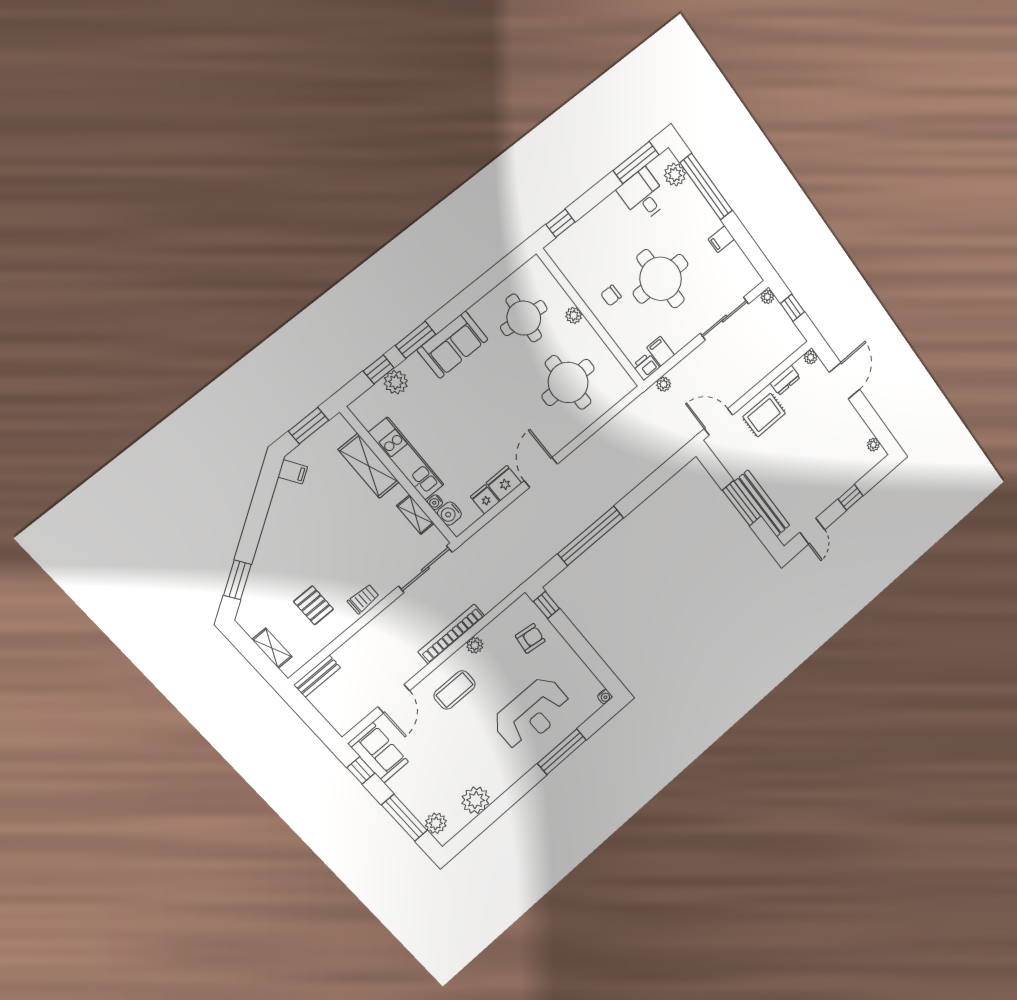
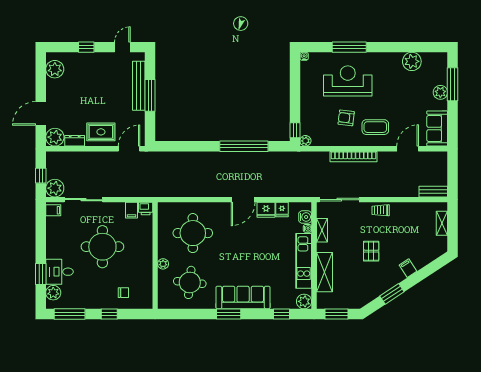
window: (706, 187) -> (41, 274), width x0.47
desk: (643, 195) -> (60, 272), moved, turned 90
window: (560, 223) -> (109, 314), moved
filing cabinet: (721, 239) -> (53, 210), moved
chair: (611, 296) -> (123, 293), moved
plant: (767, 297) -> (55, 188), width x1.87, depth x1.87
window: (416, 340) -> (229, 314), moved
sofa: (453, 345) -> (243, 297), width x1.36
plant: (811, 357) -> (55, 137), width x1.88, depth x1.88
plant: (396, 382) -> (304, 301), moved
plant: (664, 384) -> (143, 192), removed
door: (718, 422) -> (129, 149), swing flipped
plant: (873, 445) -> (55, 69), width x1.88, depth x1.88
filing cabinet: (293, 472) -> (408, 268), moved
window: (237, 580) -> (392, 294), moved
pallet: (313, 605) -> (371, 251), moved
armchair: (530, 638) -> (346, 118), moved
plant: (475, 645) -> (305, 141), moved
window: (361, 770) -> (453, 127), removed
plant: (436, 823) -> (440, 92), moved

